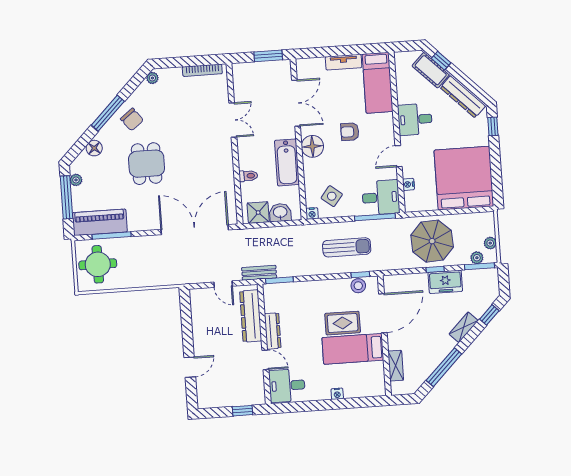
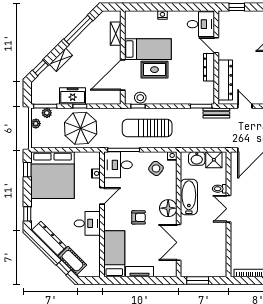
double door: (233, 120) -> (228, 209), moved
window: (497, 183) -> (27, 170), added
sun lounger: (347, 247) -> (147, 128), width x1.36, depth x1.34

